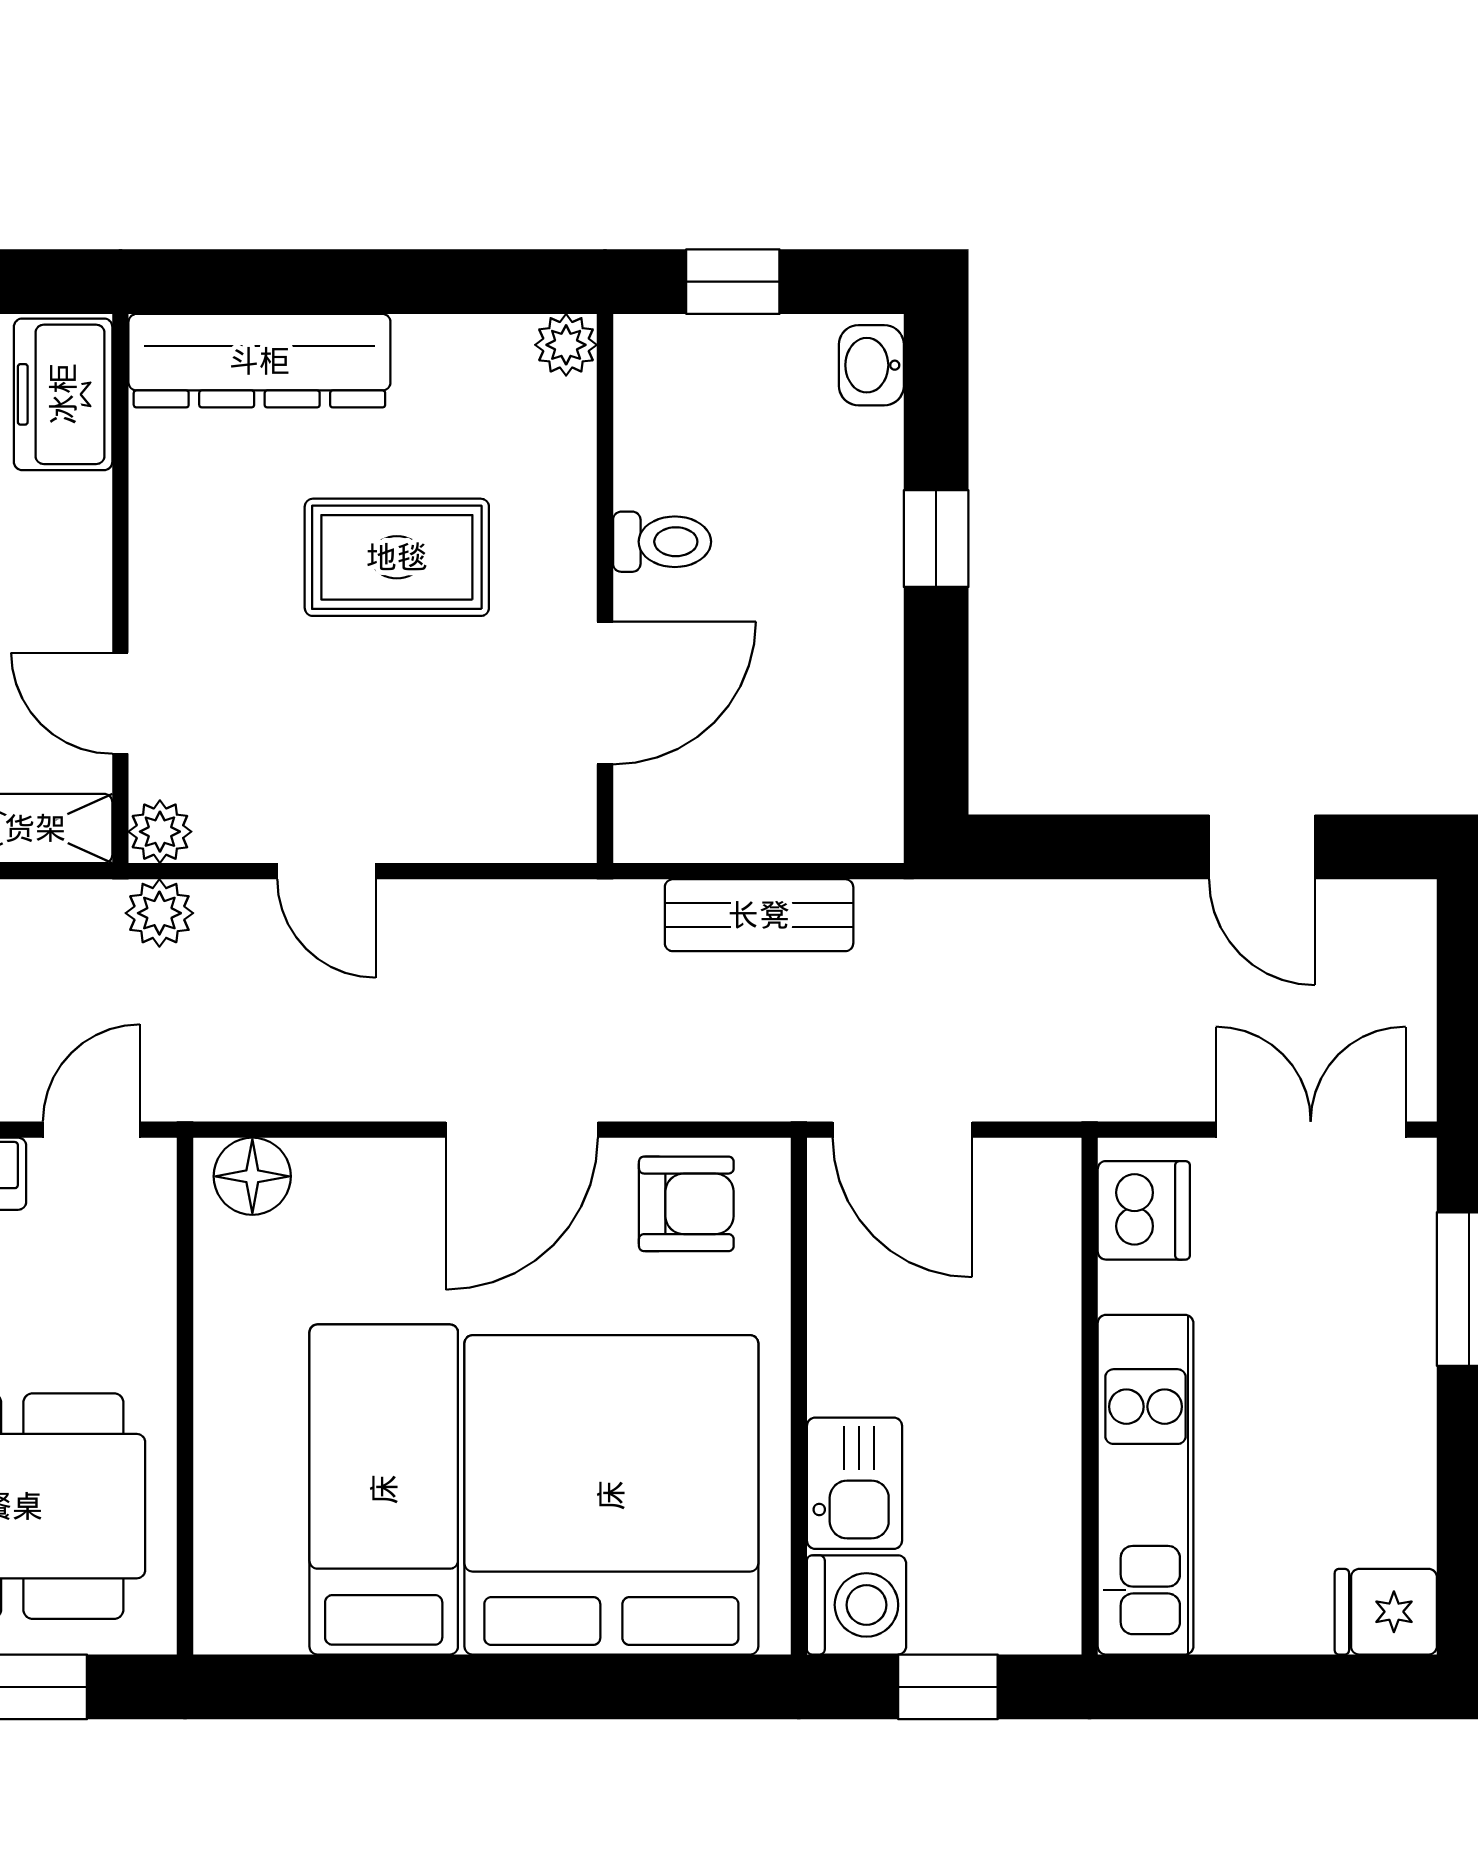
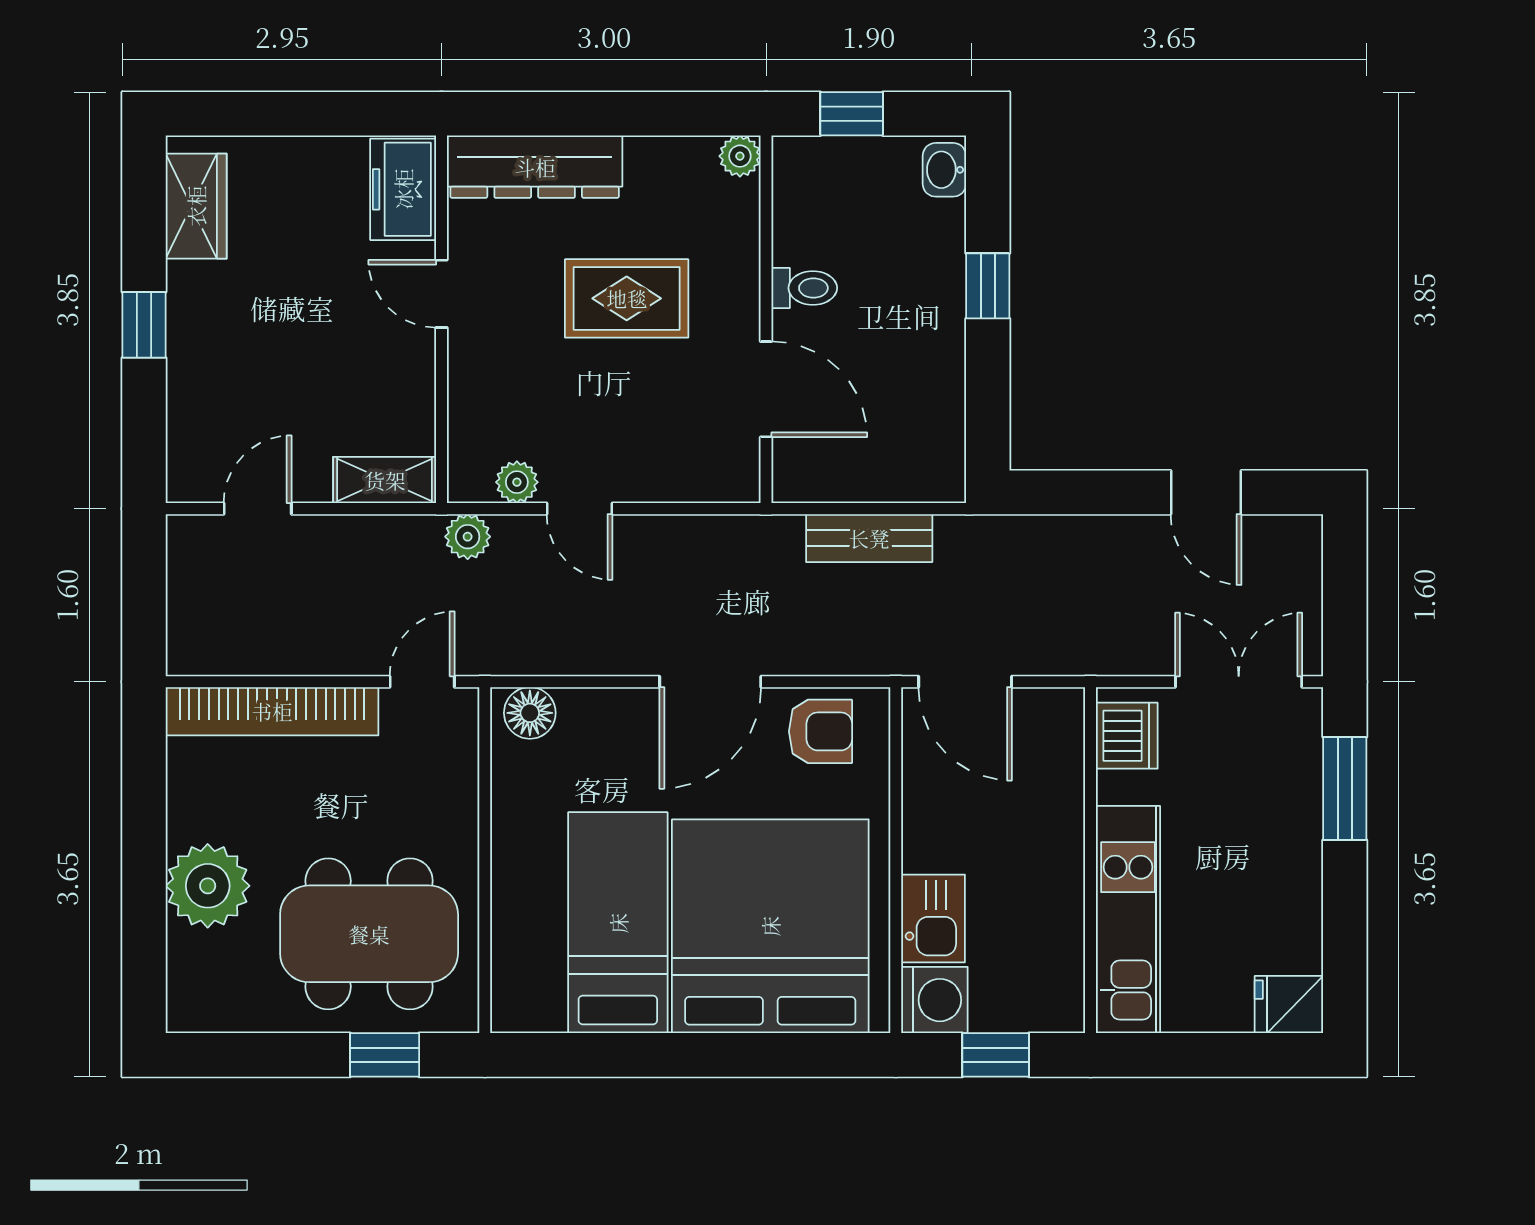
door: (605, 693) -> (766, 389), hinge flipped
door: (120, 703) -> (441, 294), moved
plant: (160, 832) -> (517, 482), moved

